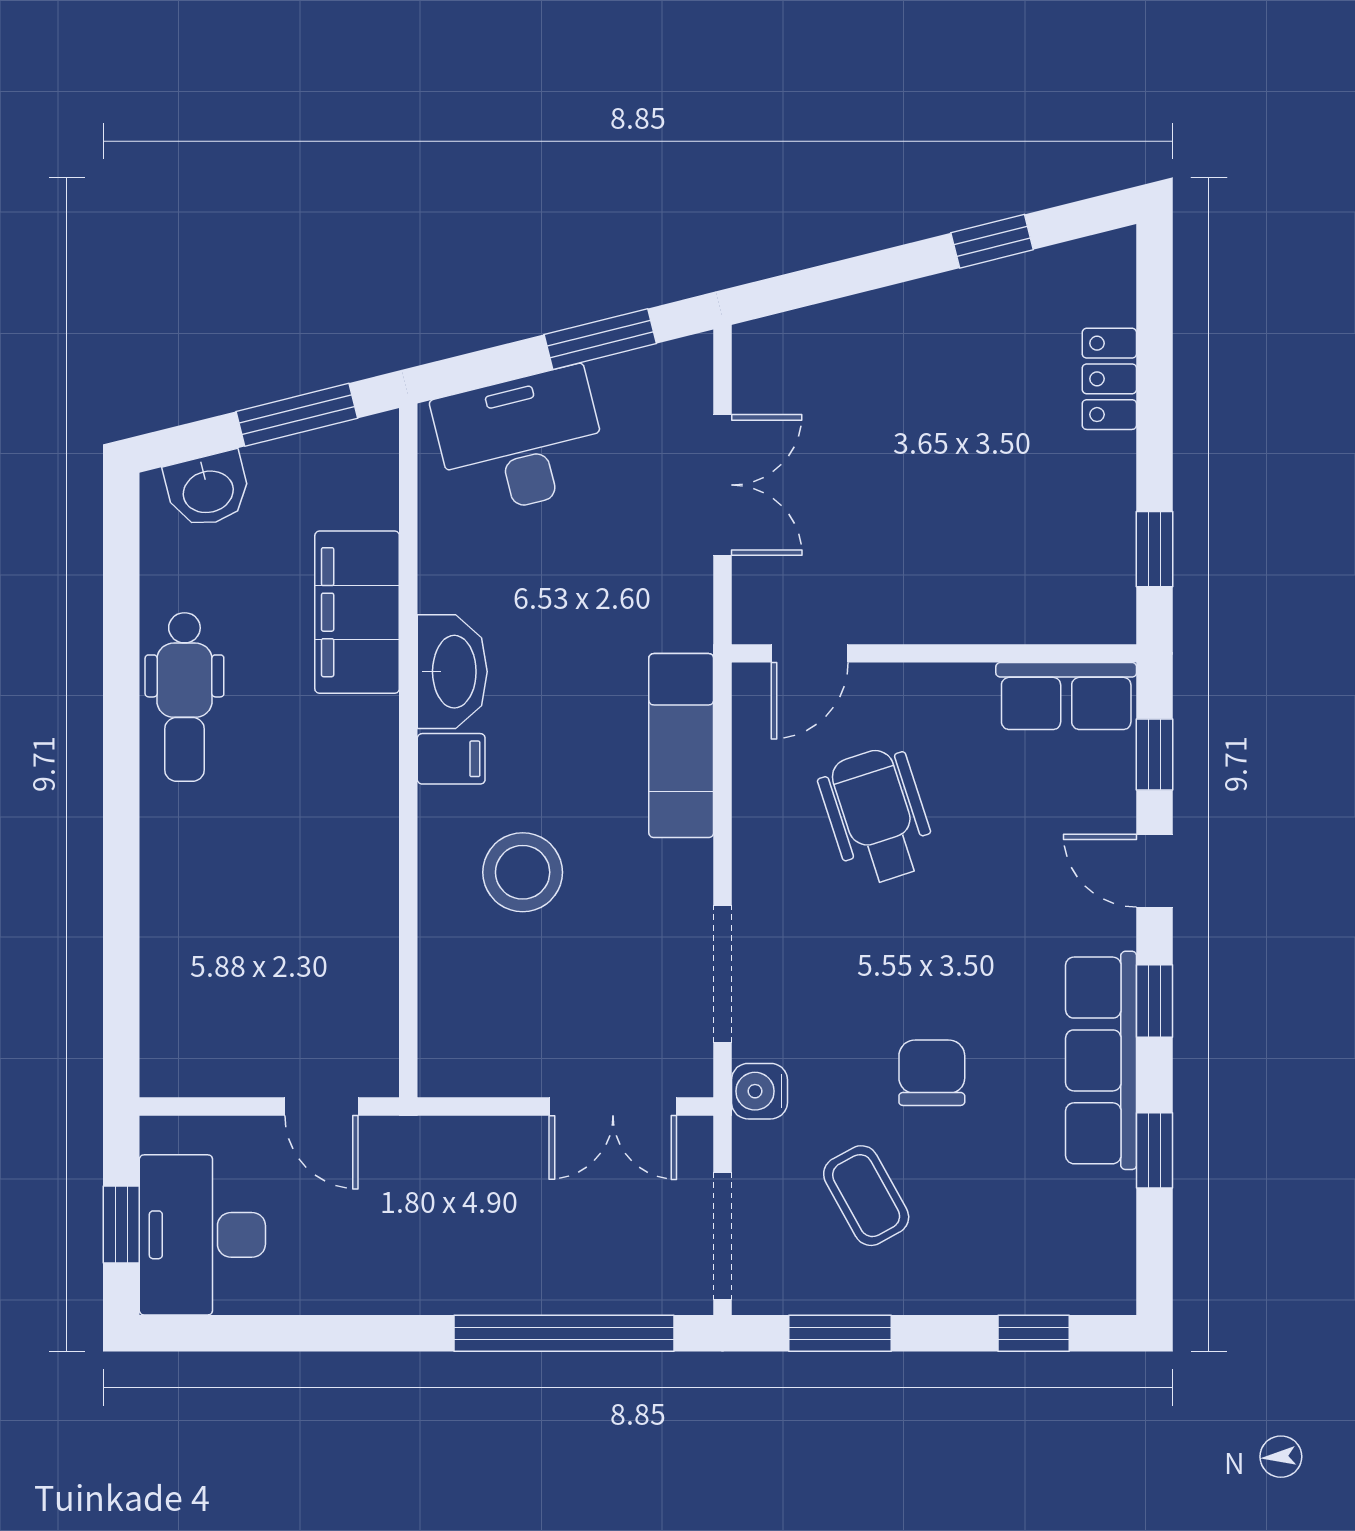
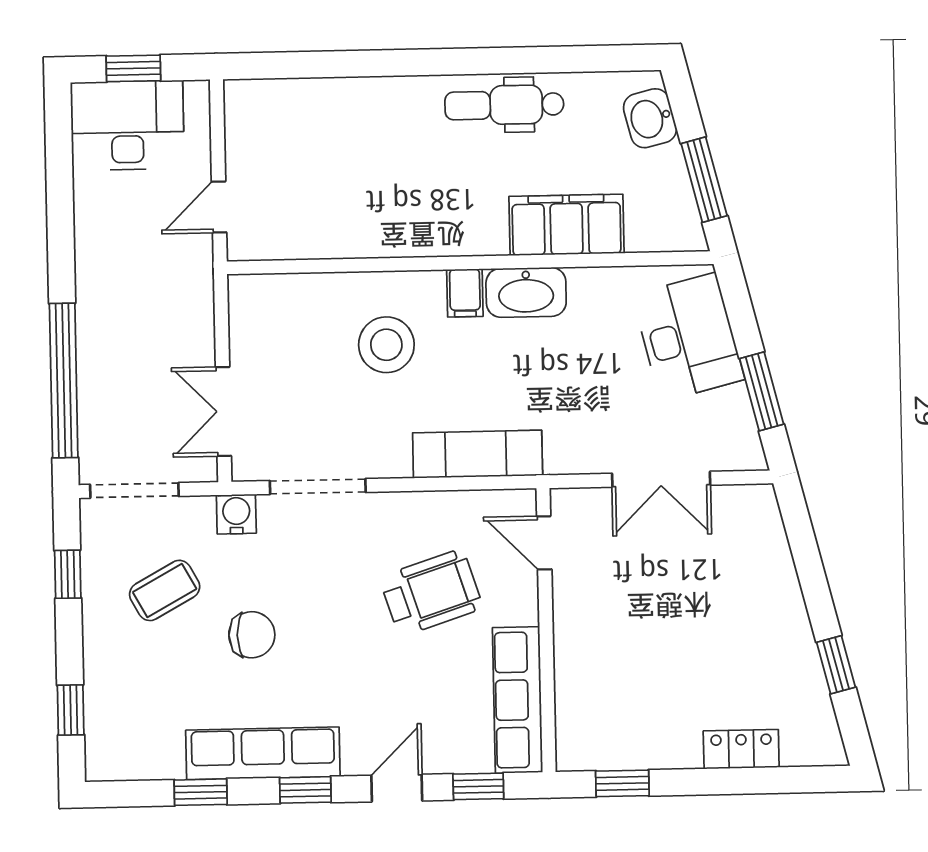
row of seats: (1066, 696) -> (518, 700), width x1.48
window: (840, 1333) -> (68, 574), width x0.67

